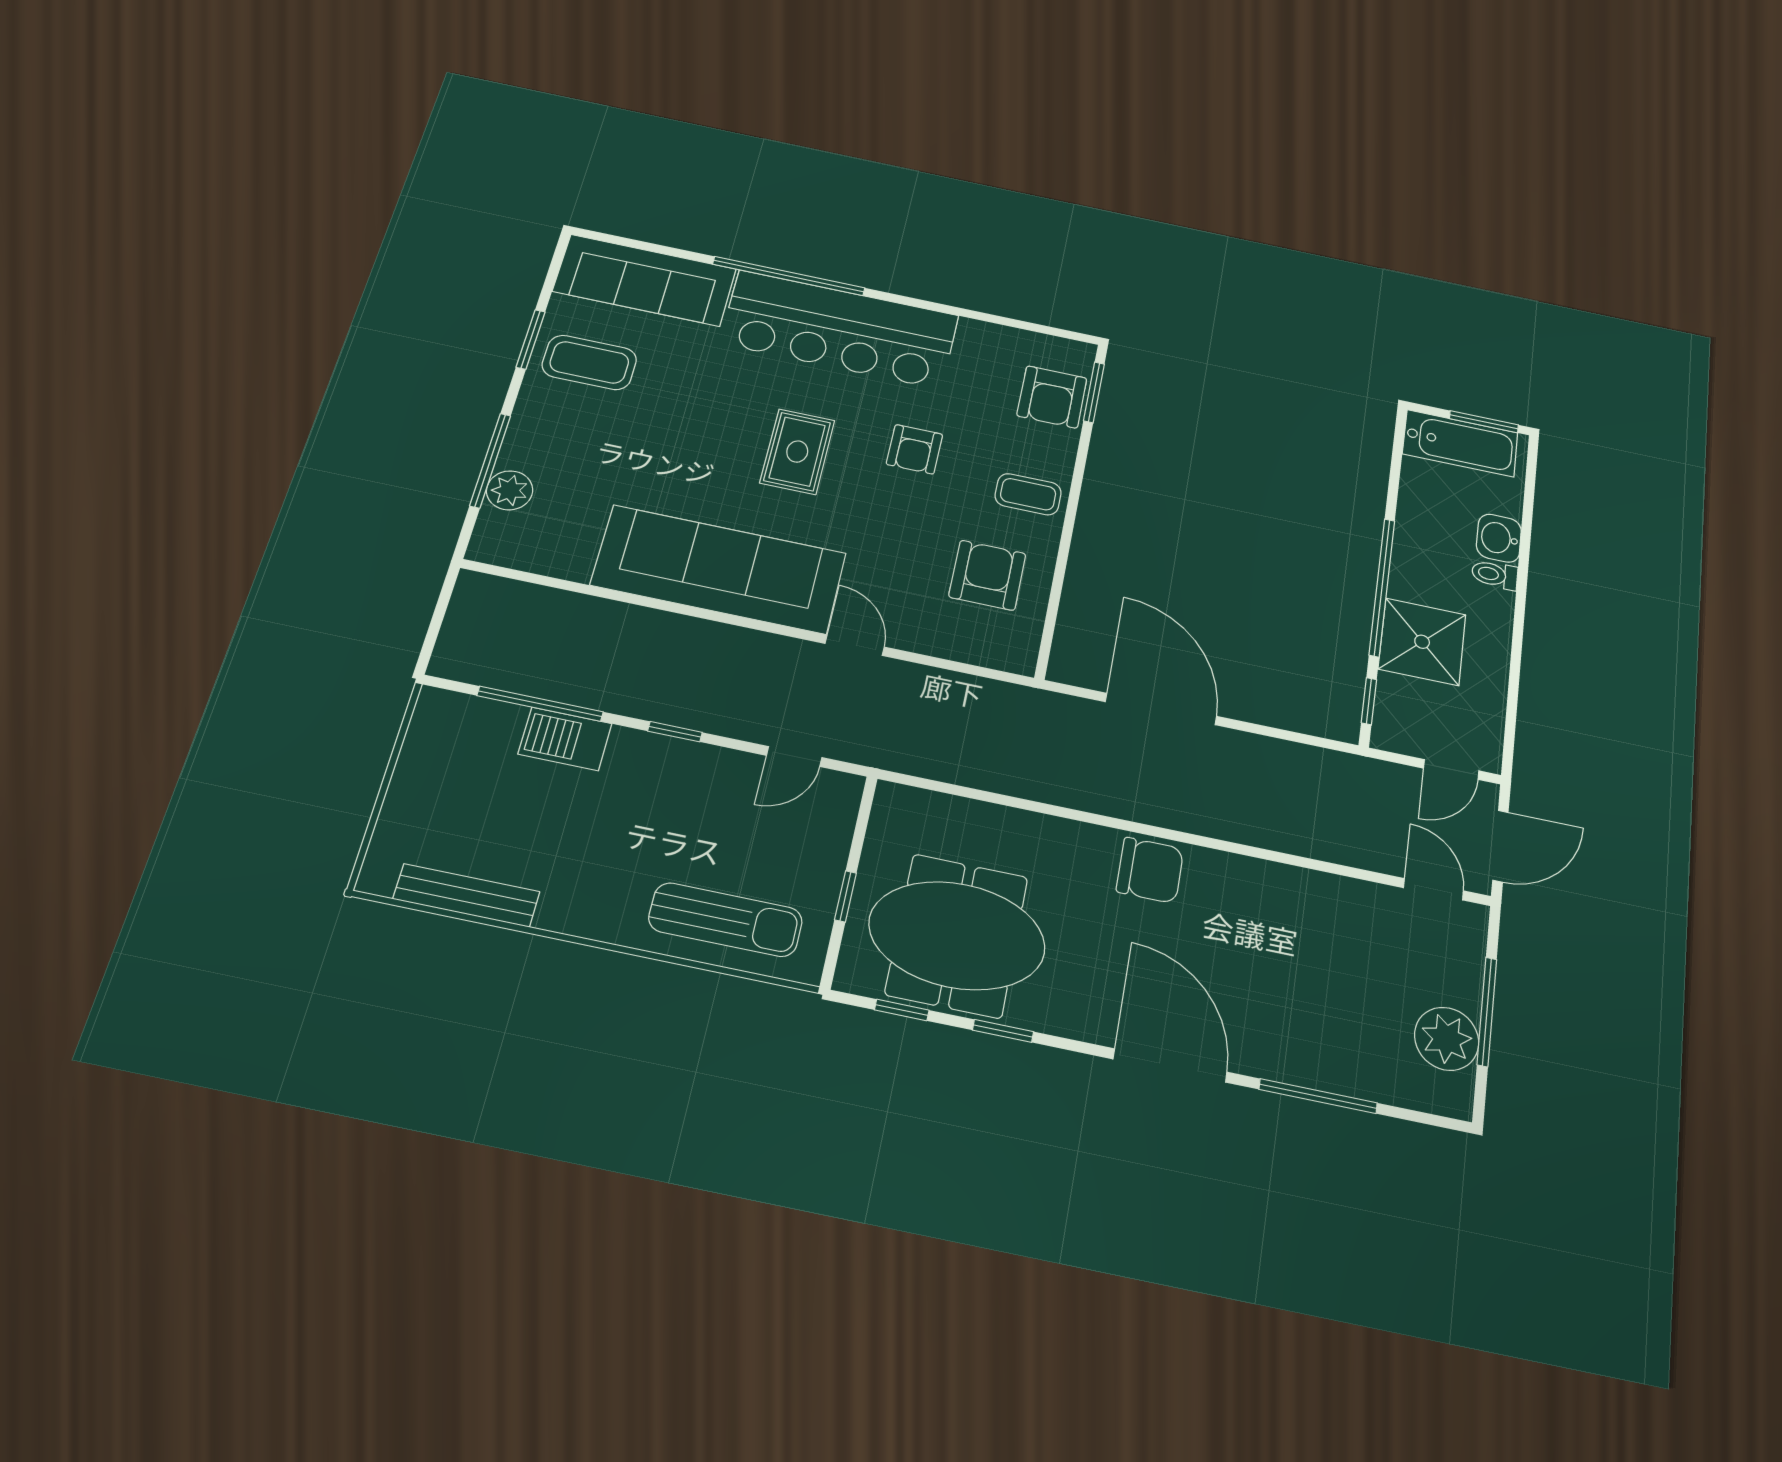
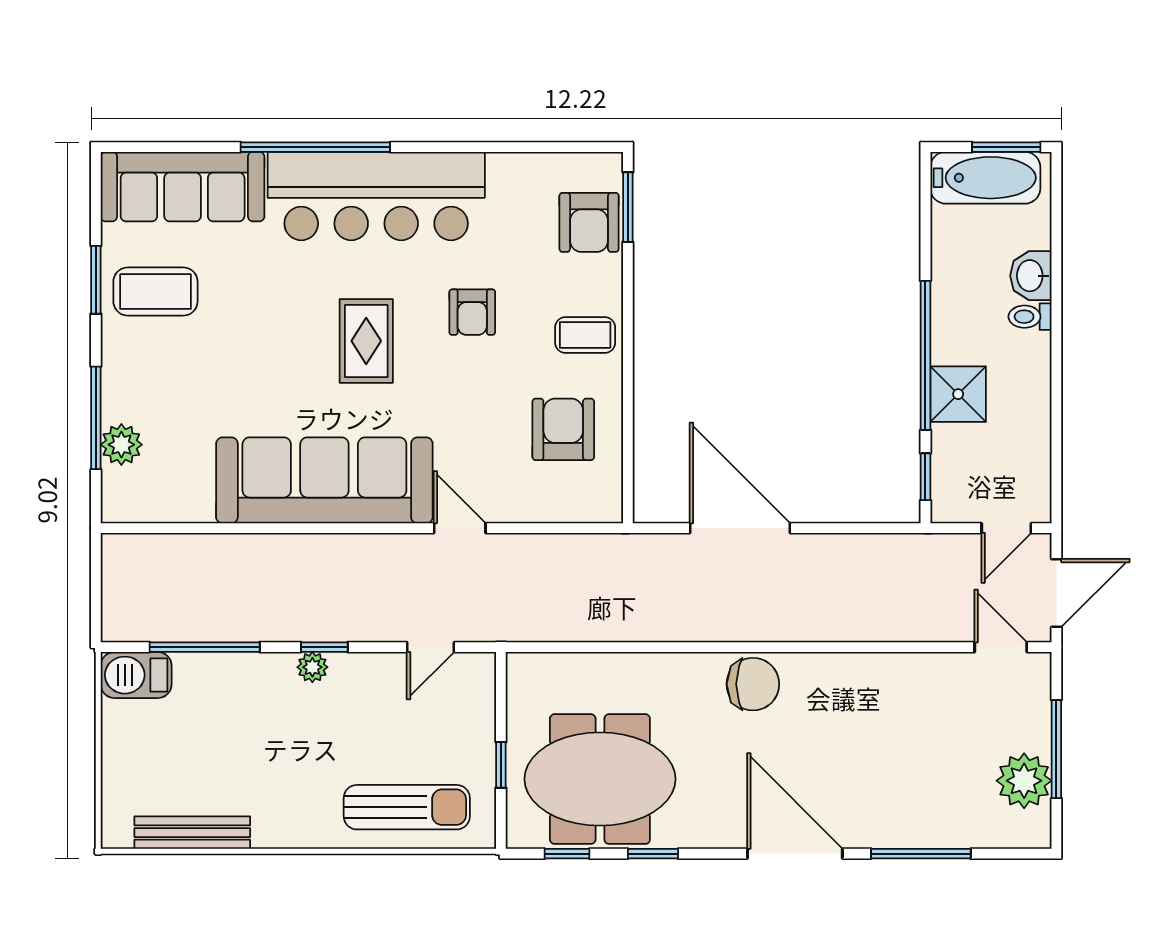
shower: (1422, 642) -> (958, 394), width x0.73, depth x0.73
barbecue: (565, 739) -> (136, 675), moved
plant: (656, 749) -> (312, 667), added

